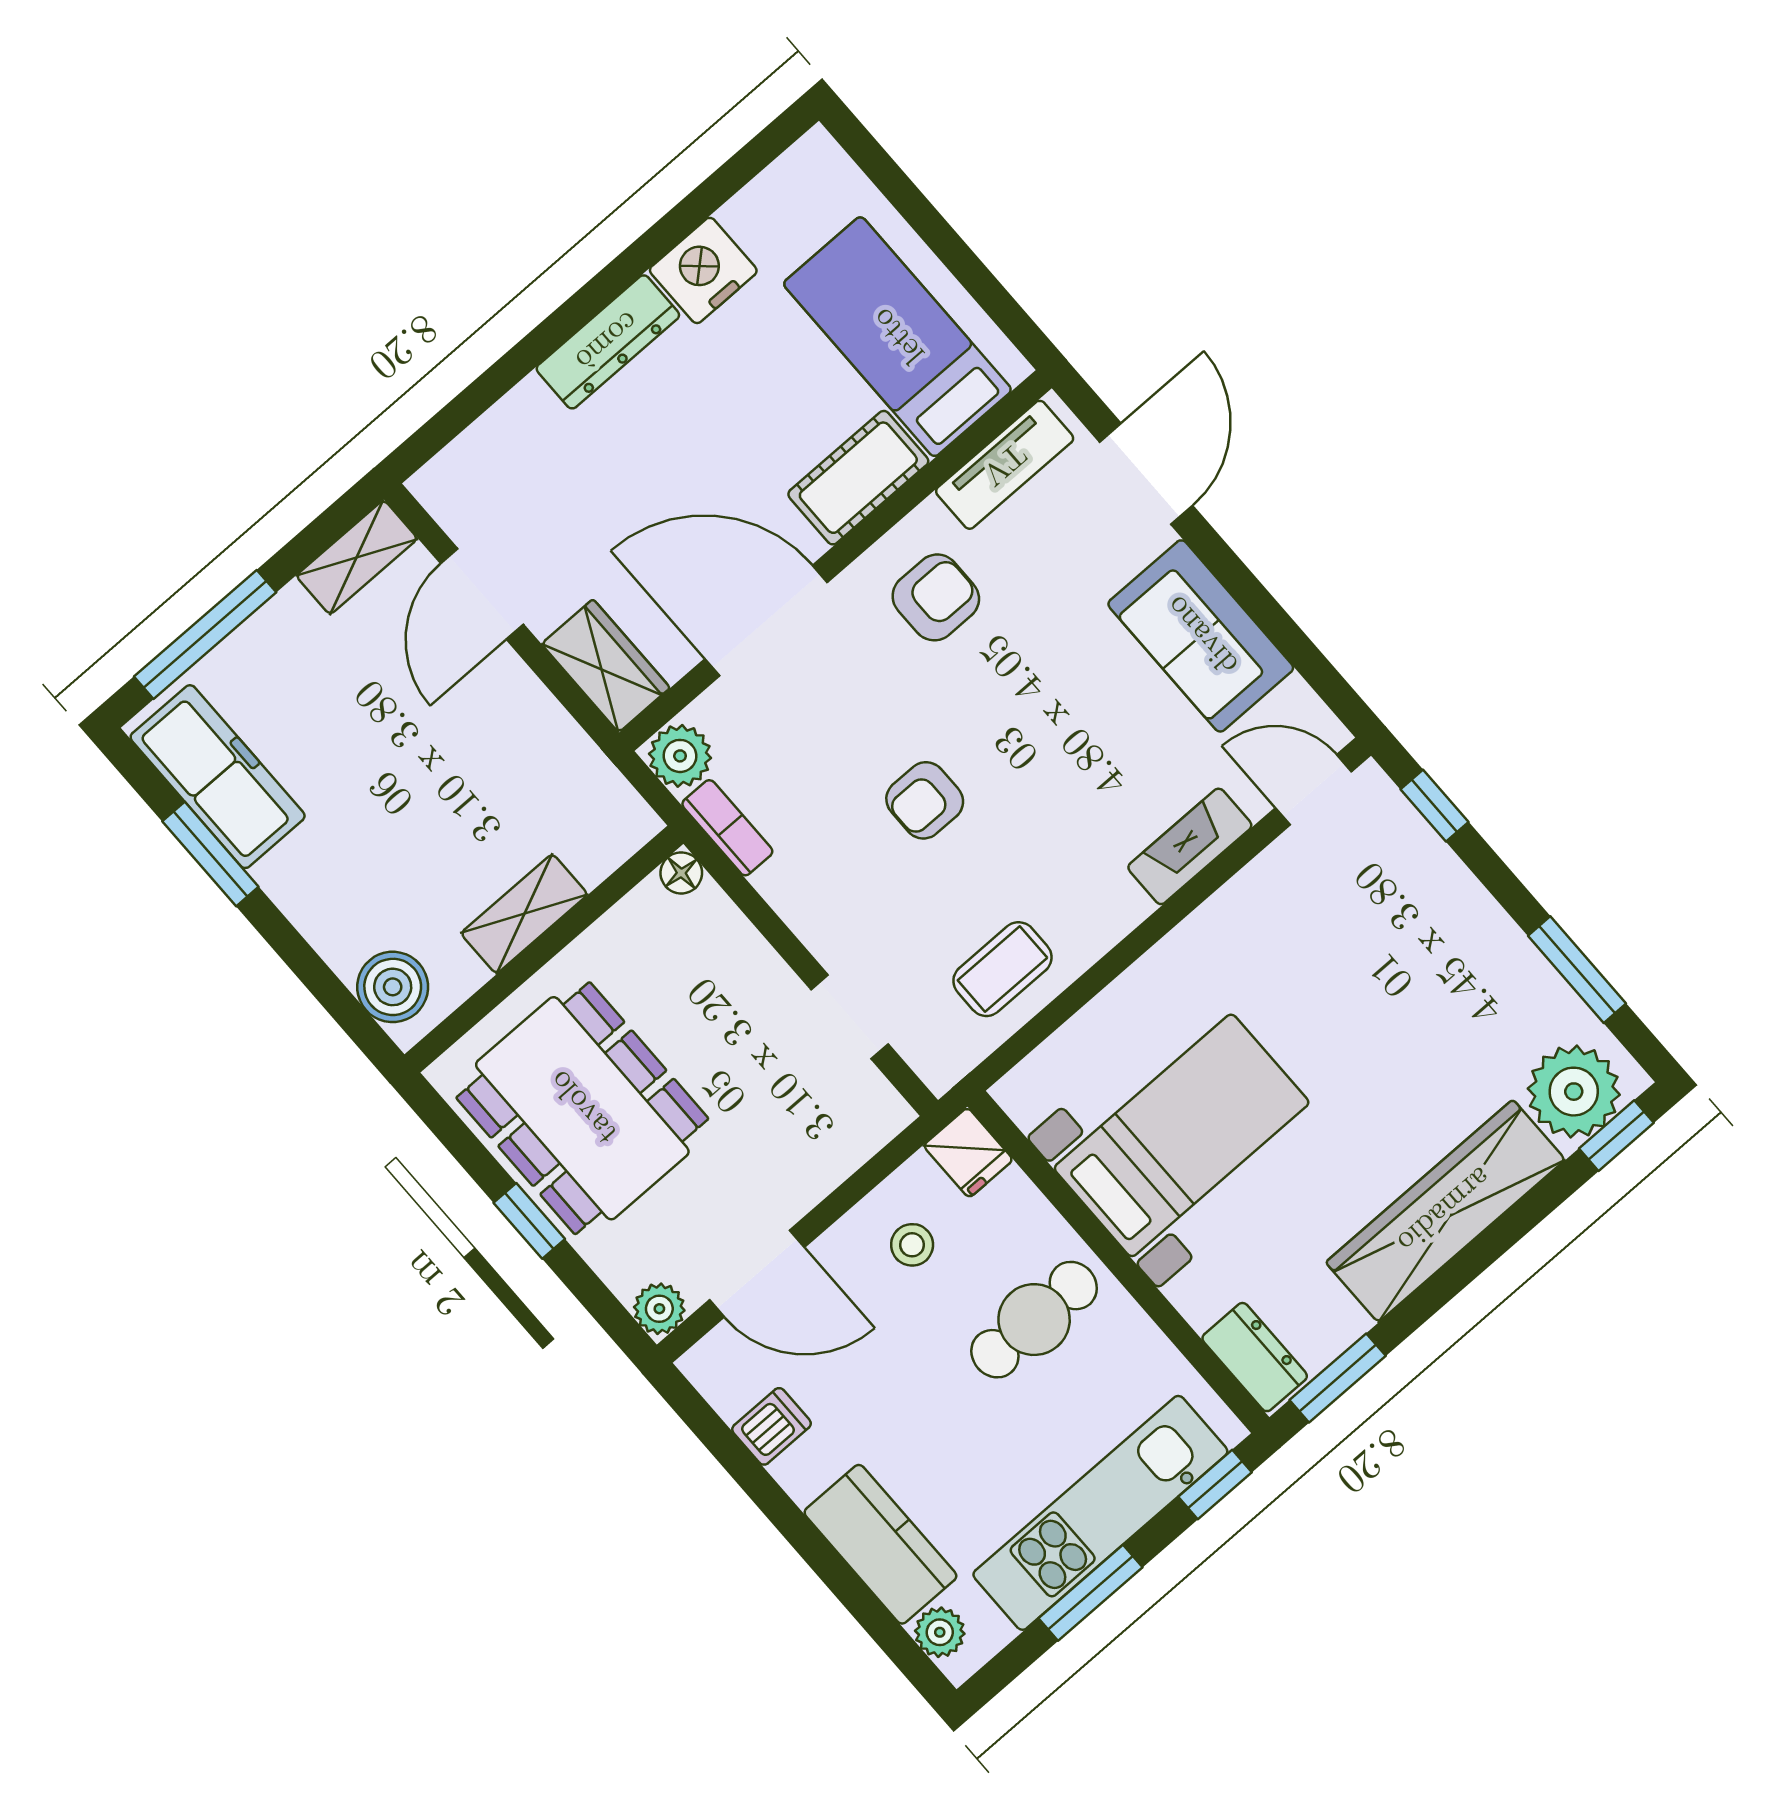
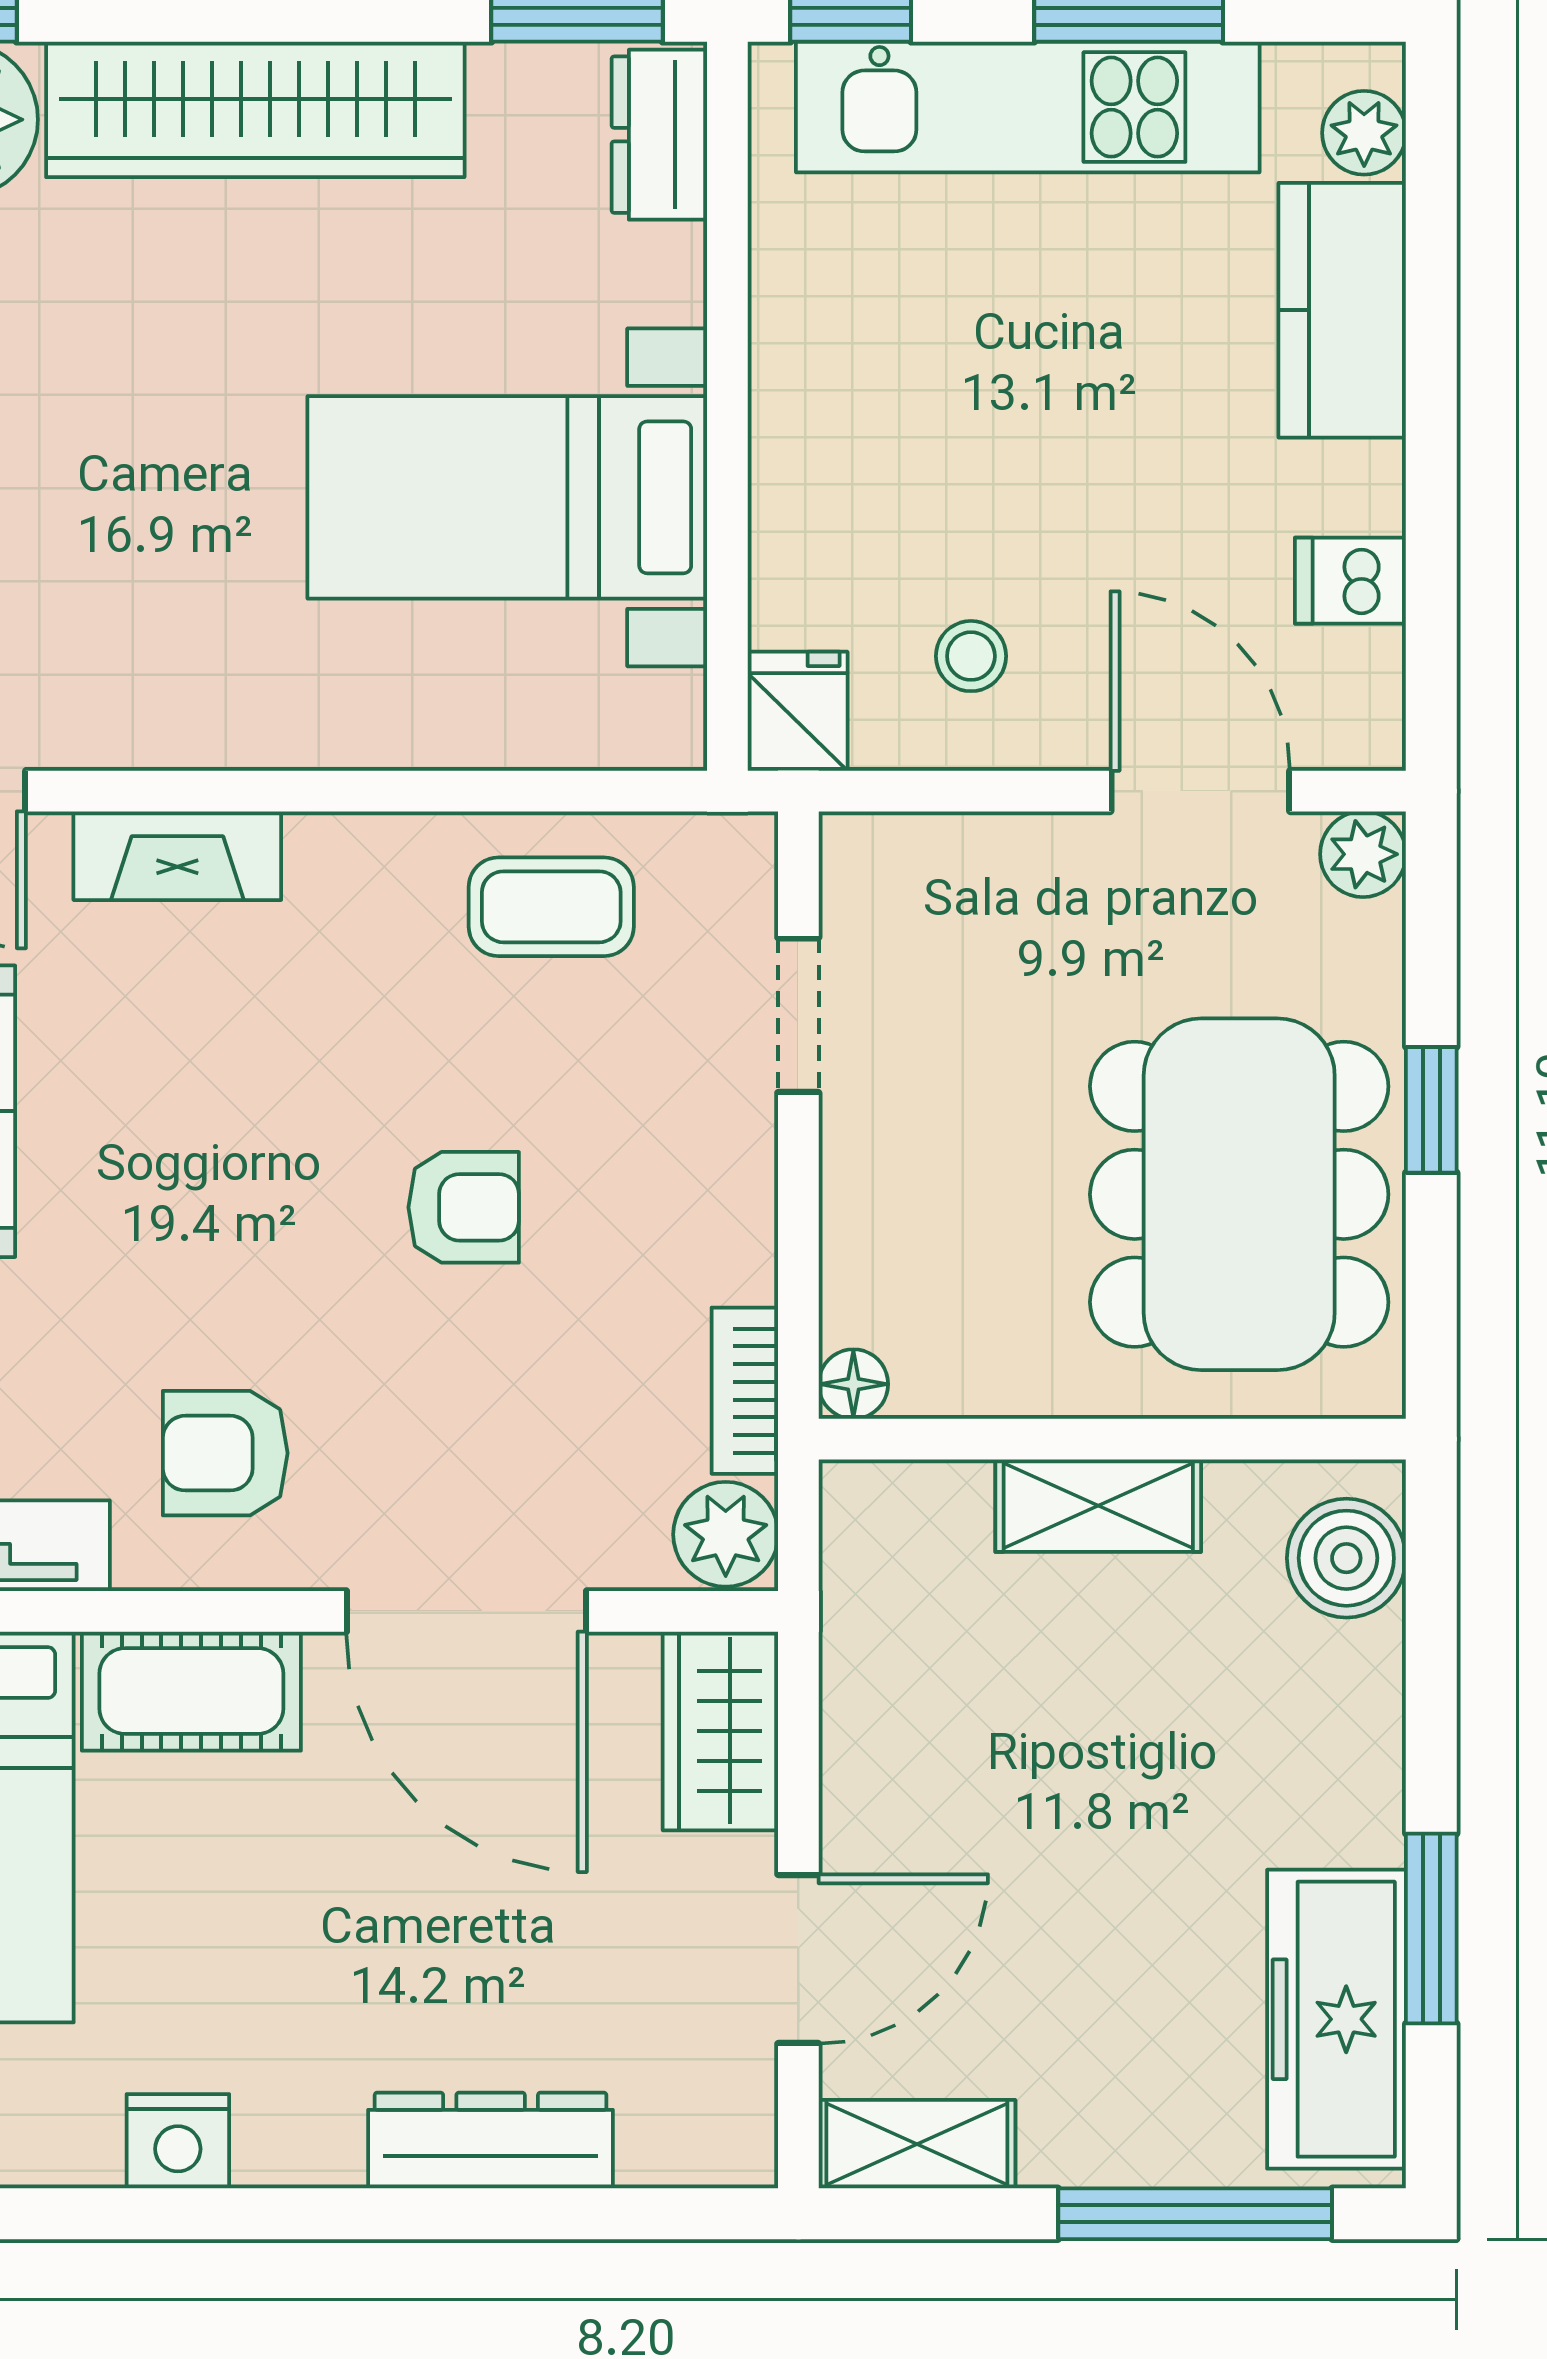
nightstand: (703, 270) -> (178, 2141), width x0.74, depth x0.75
dresser: (608, 342) -> (491, 2141), moved
cafe table: (1034, 1320) -> (898, 426), removed

